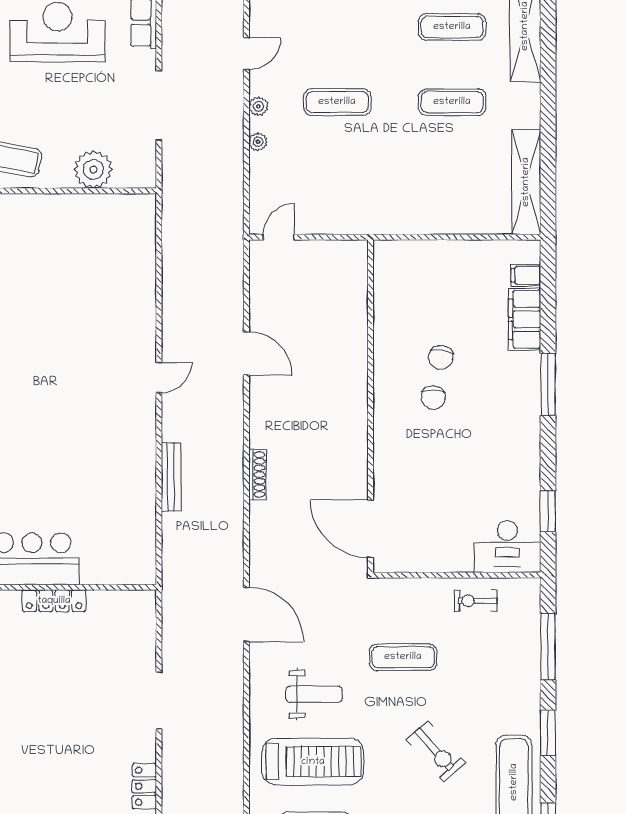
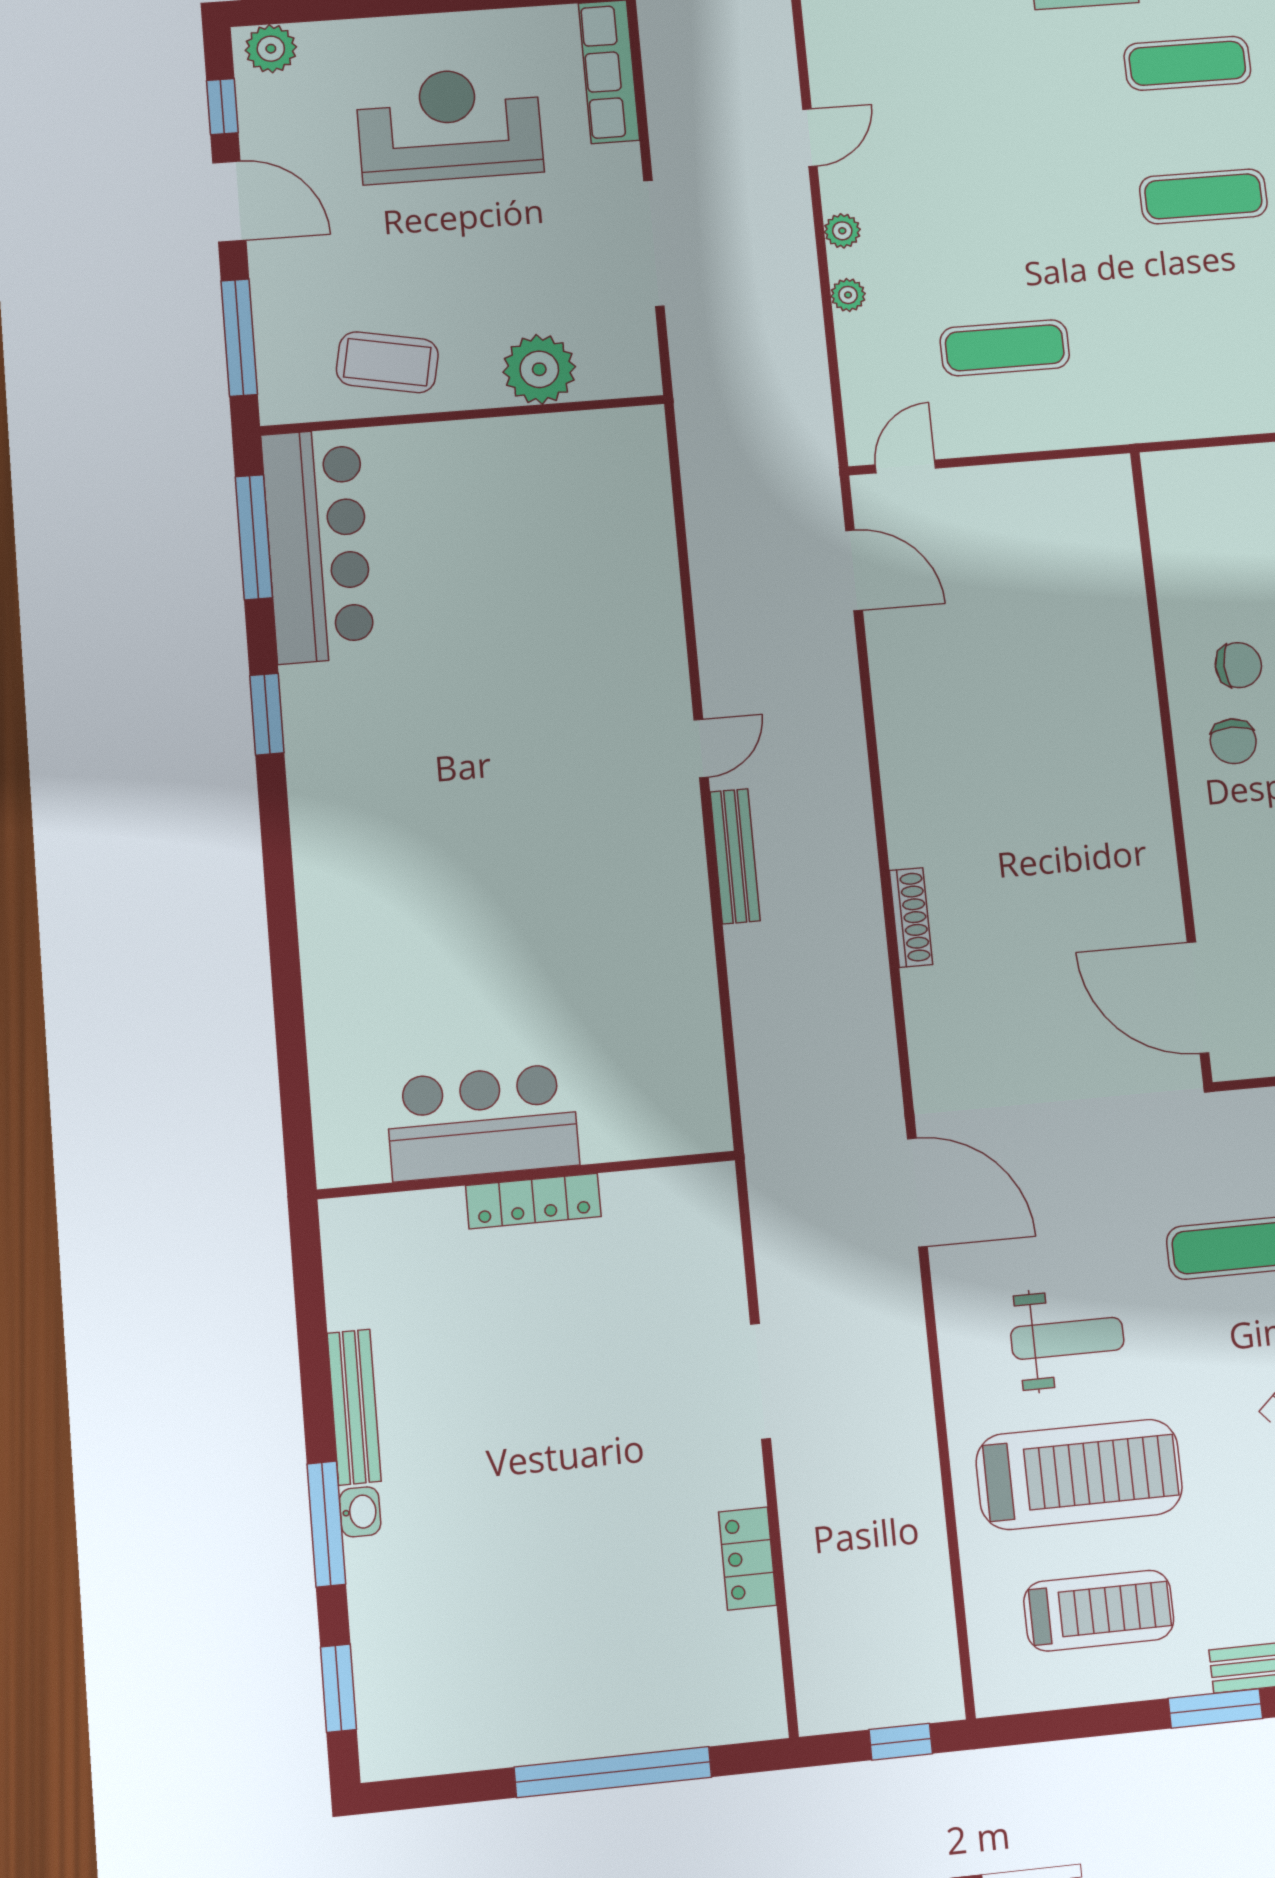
exercise mat: (337, 102) -> (1005, 348), moved
door: (246, 353) -> (854, 570), moved
chair: (441, 358) -> (1238, 665), turned -98
wall: (370, 406) -> (1171, 763), moved
bench: (171, 477) -> (735, 856), moved
door: (370, 529) -> (1198, 998), moved

